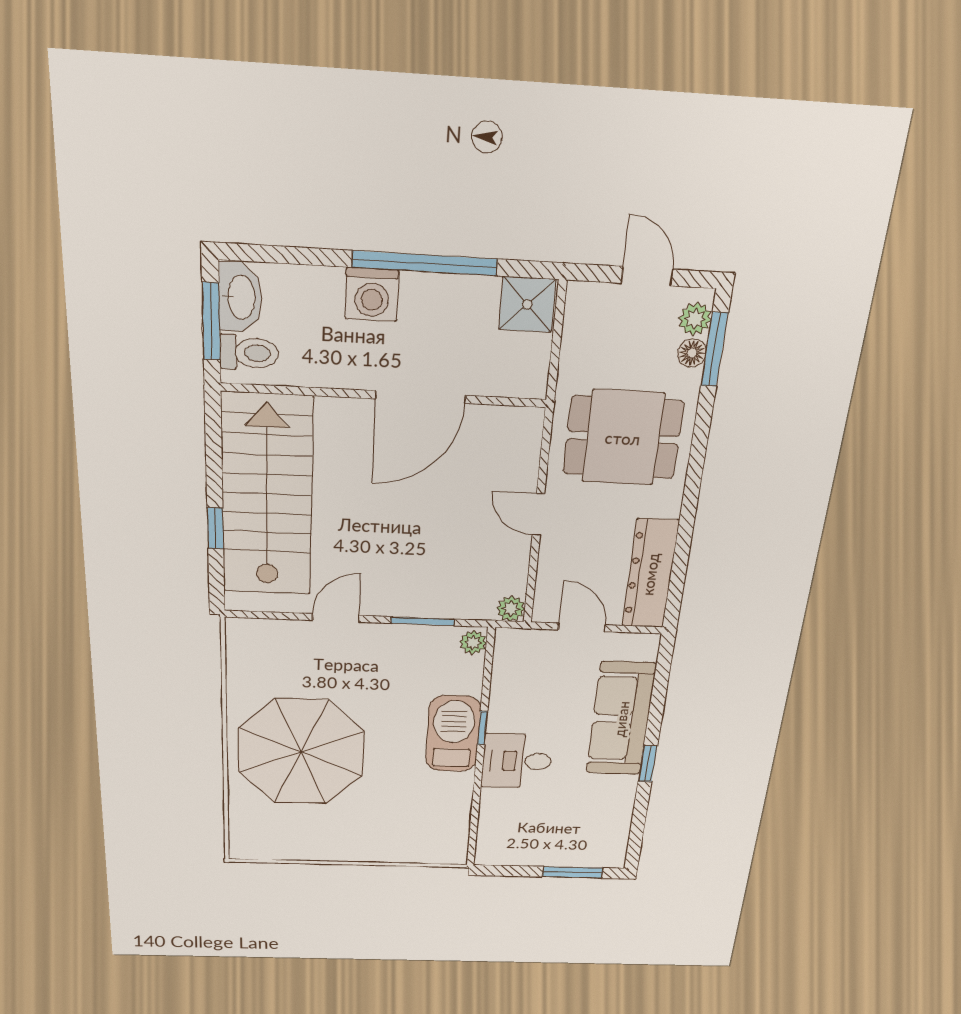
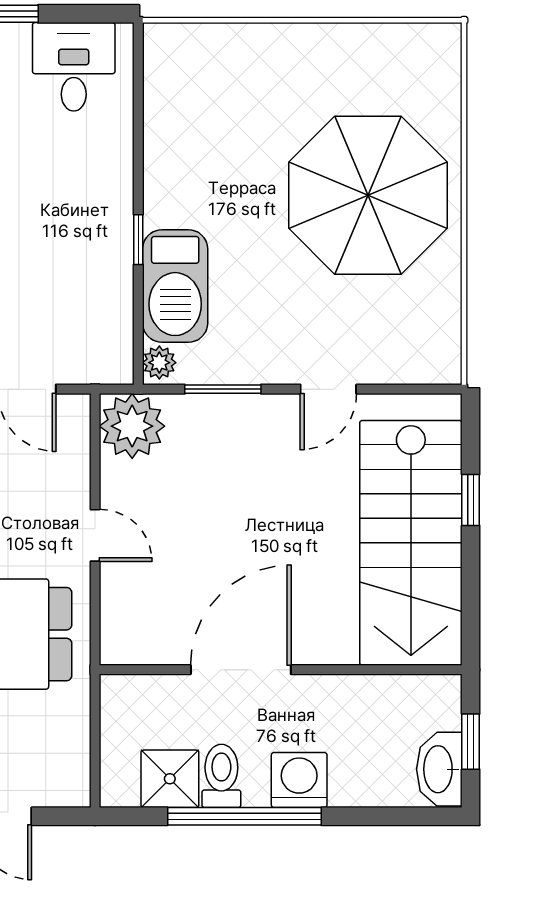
shower: (527, 304) -> (170, 779), moved
window: (211, 321) -> (471, 742), width x0.67
toilet: (249, 353) -> (221, 776), moved, turned 90
plant: (511, 609) -> (132, 426), width x1.88, depth x1.88
barbecue: (453, 734) -> (175, 286), moved
desk: (517, 761) -> (74, 67), moved, turned -90

